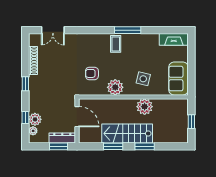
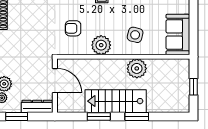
window: (59, 146) -> (17, 116), moved

